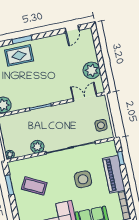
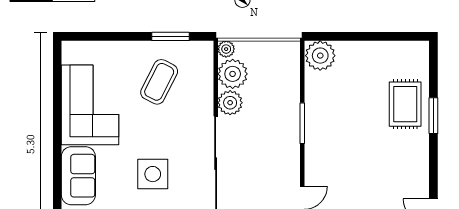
plant: (22, 149) -> (233, 74), added

